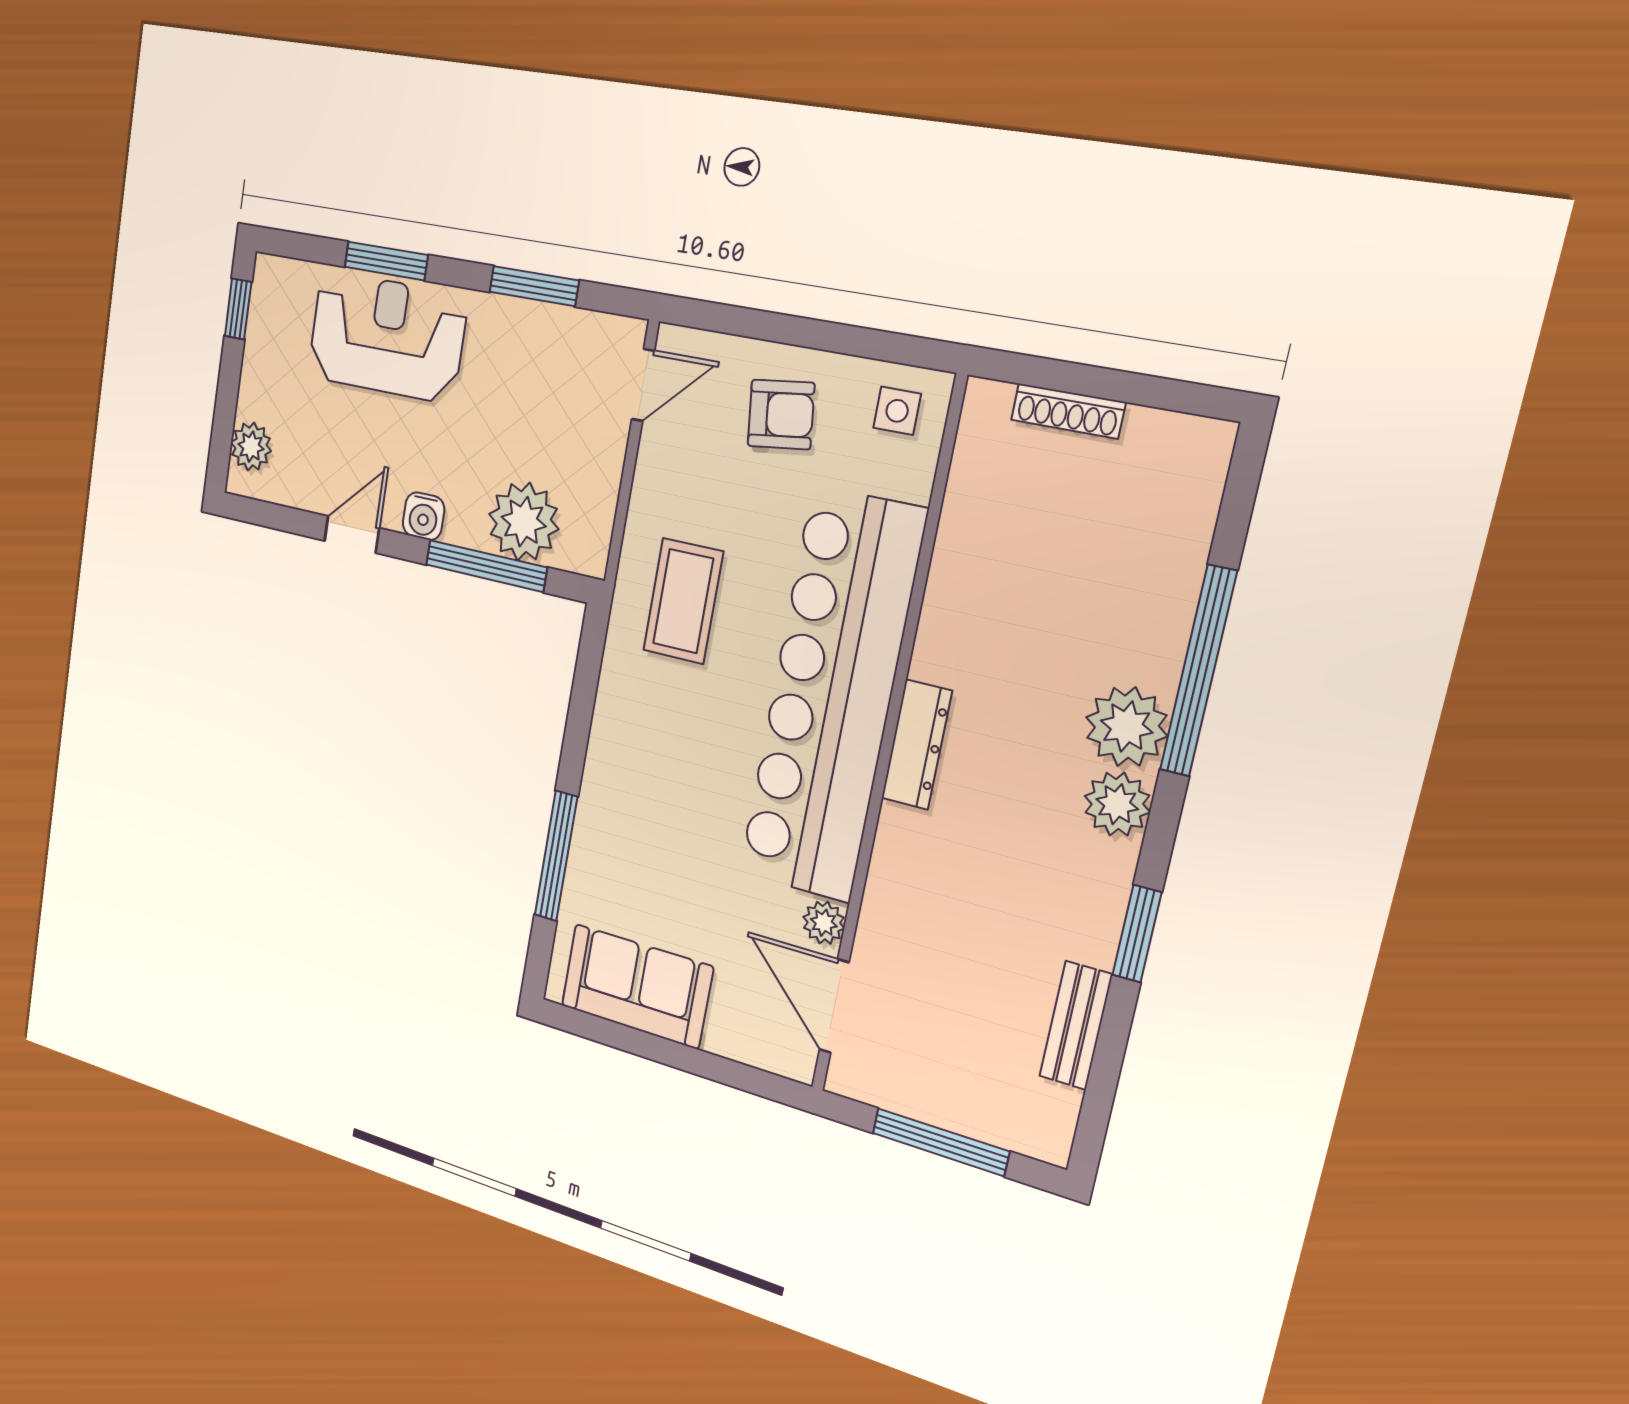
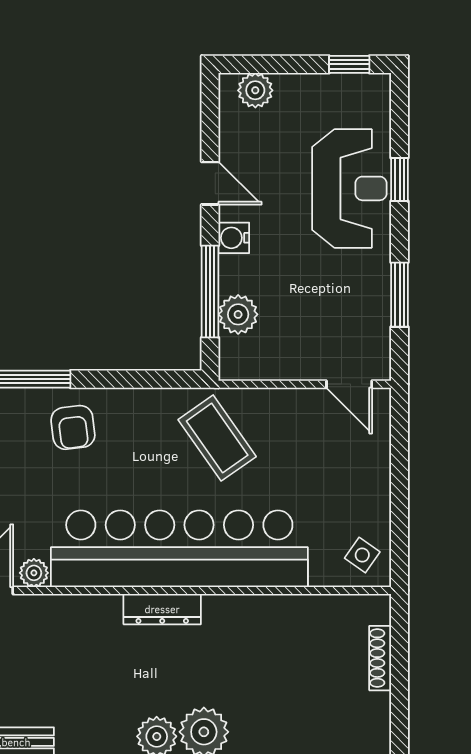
window: (386, 261) -> (400, 179), width x0.67
side table: (897, 411) -> (362, 555), turned 35
armchair: (781, 415) -> (73, 427), moved
plant: (524, 522) -> (238, 314), width x0.73, depth x0.73
coffee table: (683, 601) -> (217, 438), turned 55

